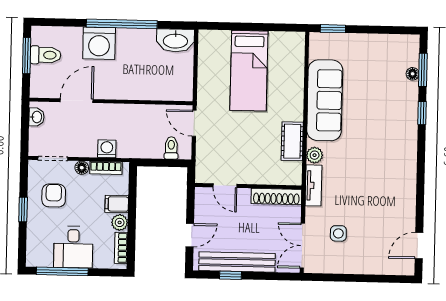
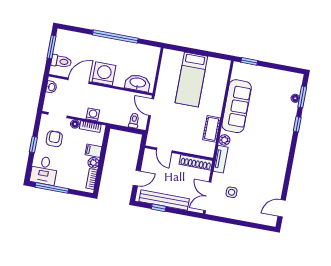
washbasin: (175, 40) -> (138, 83), moved, turned 180
washing machine: (99, 43) -> (104, 74), moved, turned 180
toilet: (46, 55) -> (61, 61), moved
desk: (73, 247) -> (44, 170), moved

